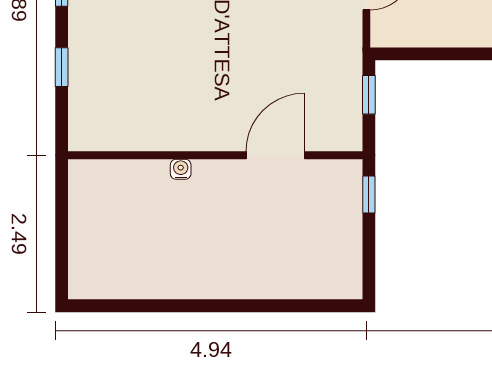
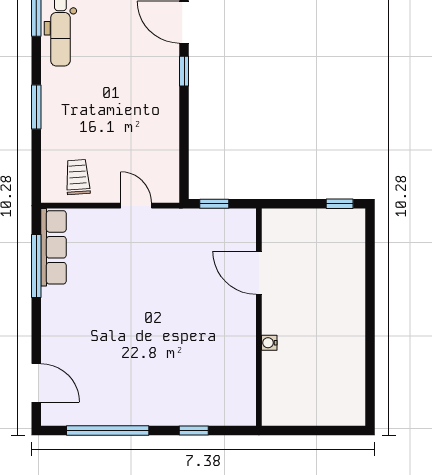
window: (369, 195) -> (340, 204), moved

